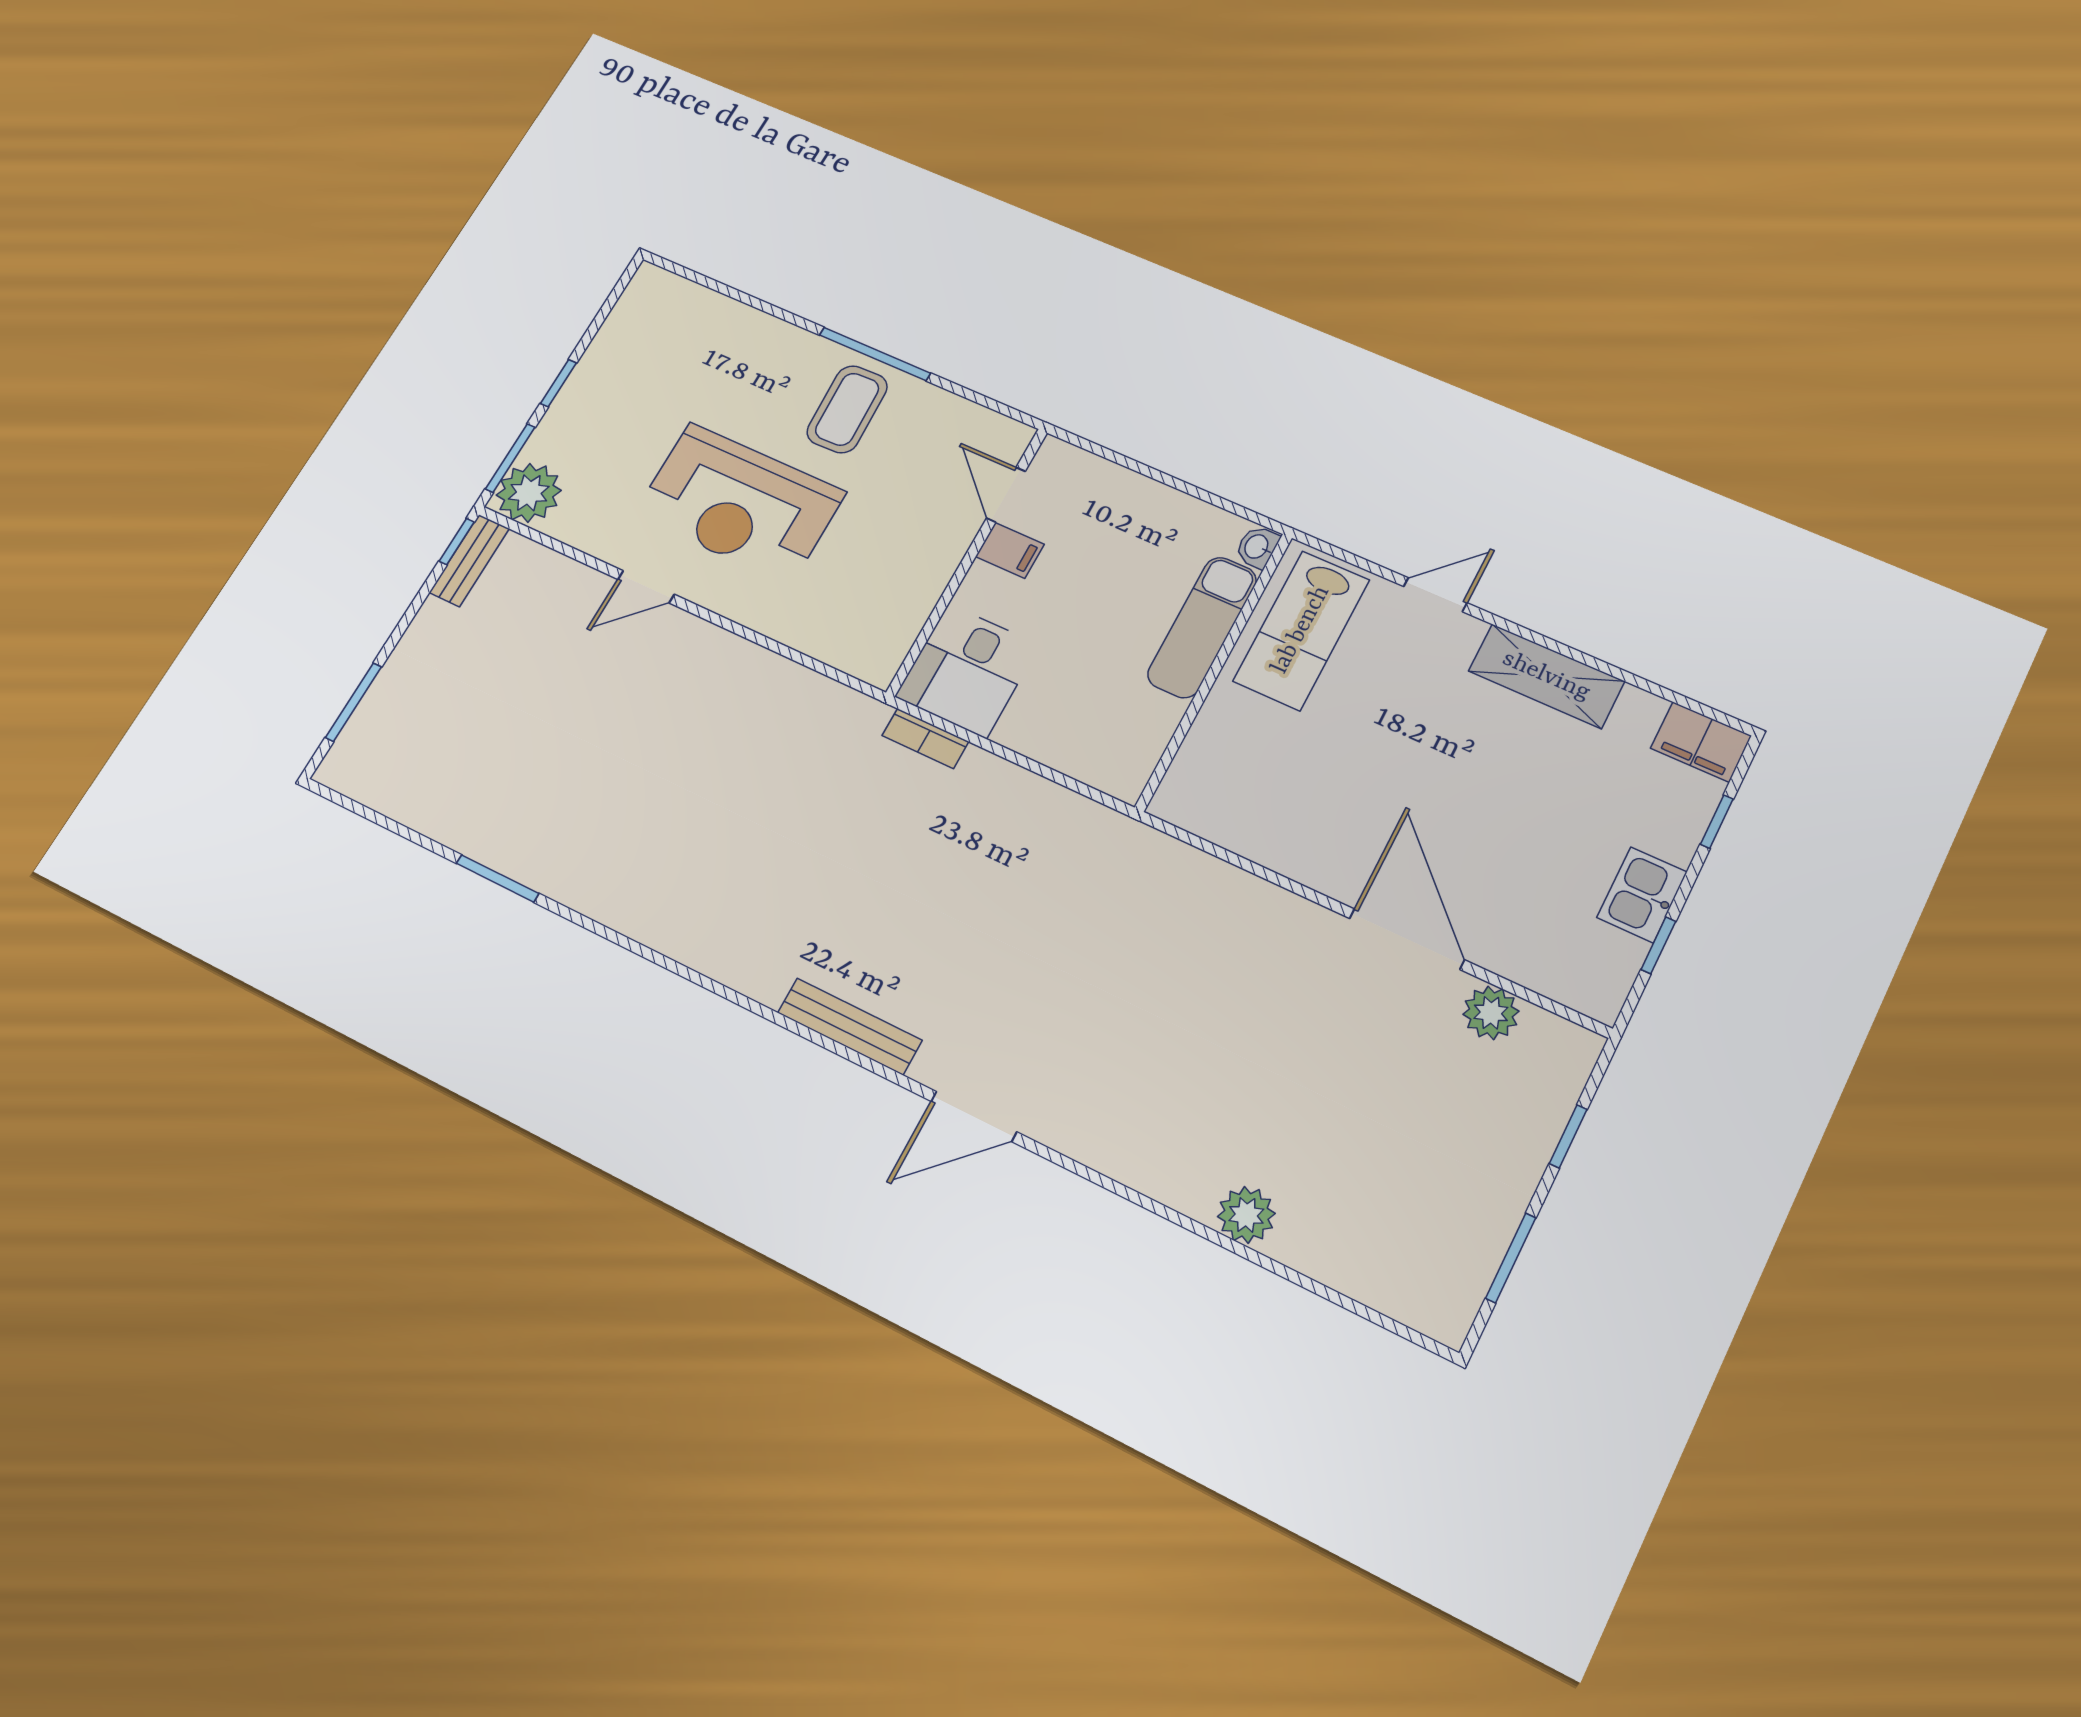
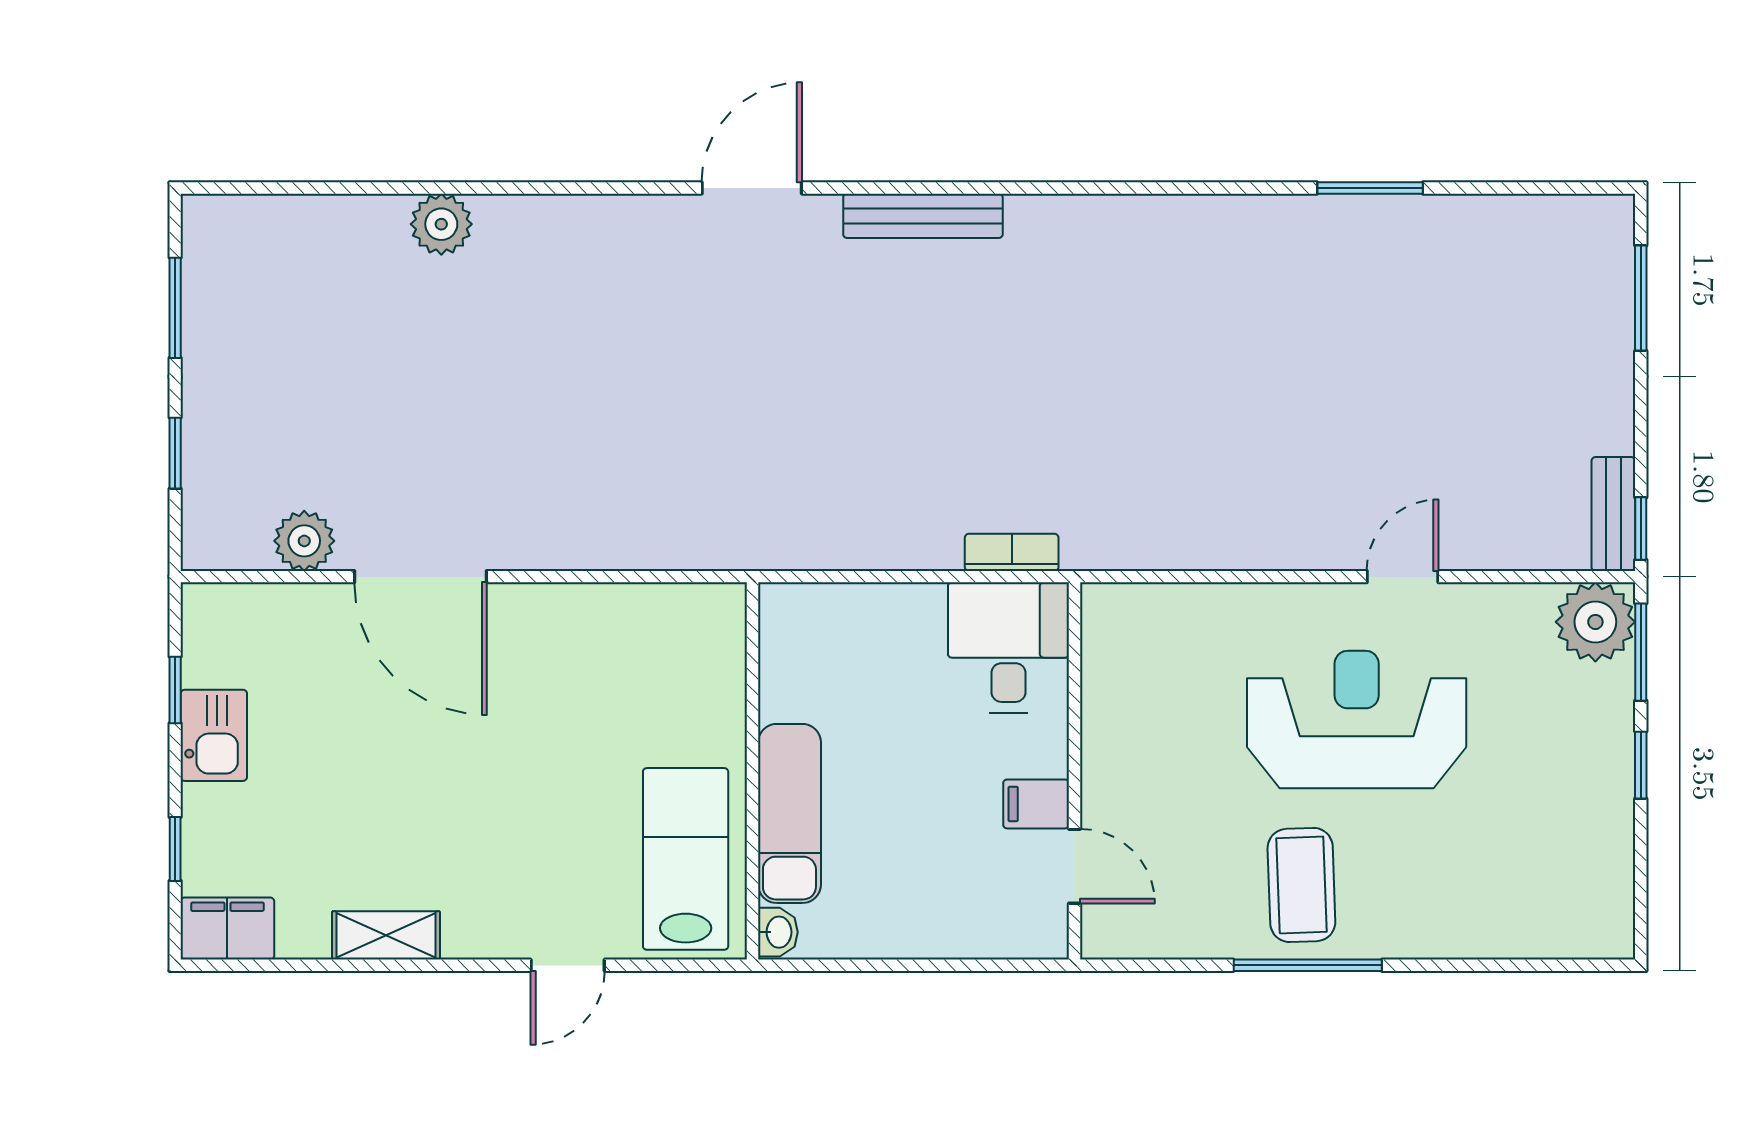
shelving: (1546, 676) -> (386, 935), width x0.67, depth x0.75

